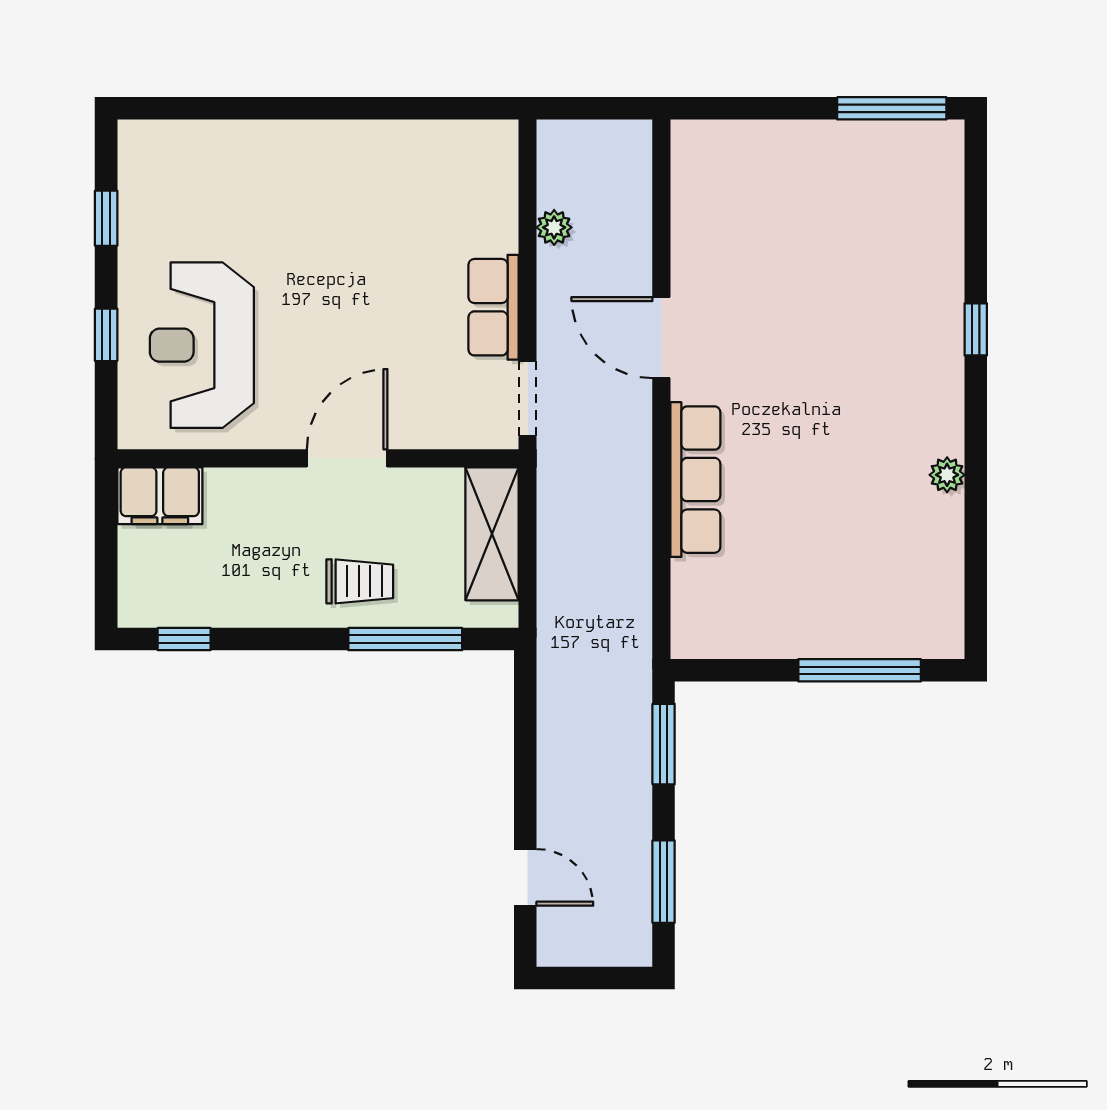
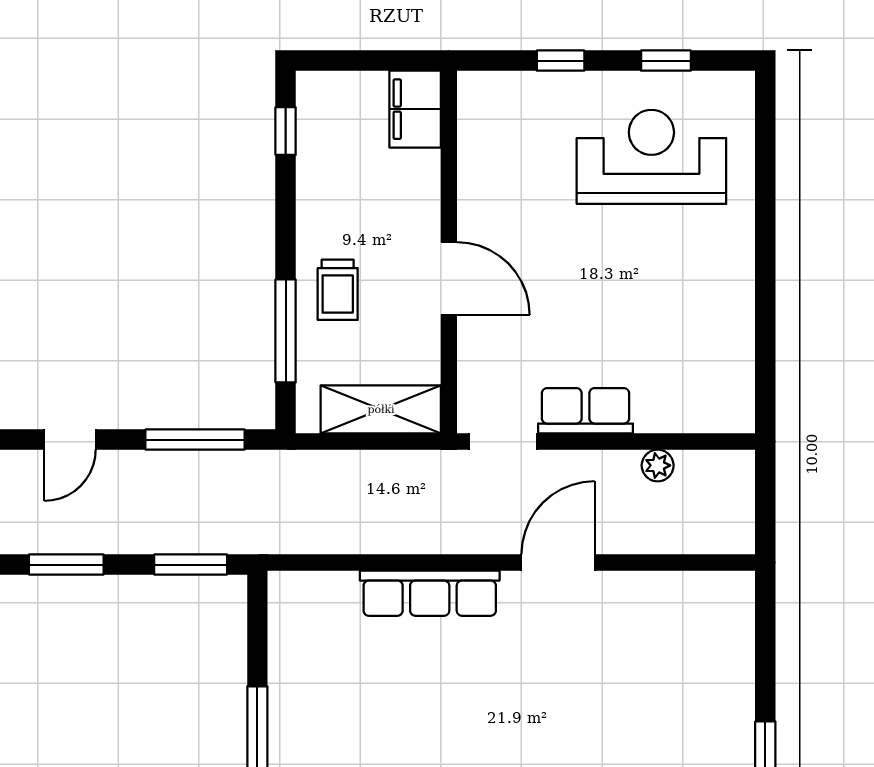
reception desk: (202, 345) -> (651, 157), moved
window: (525, 739) -> (195, 440), added

